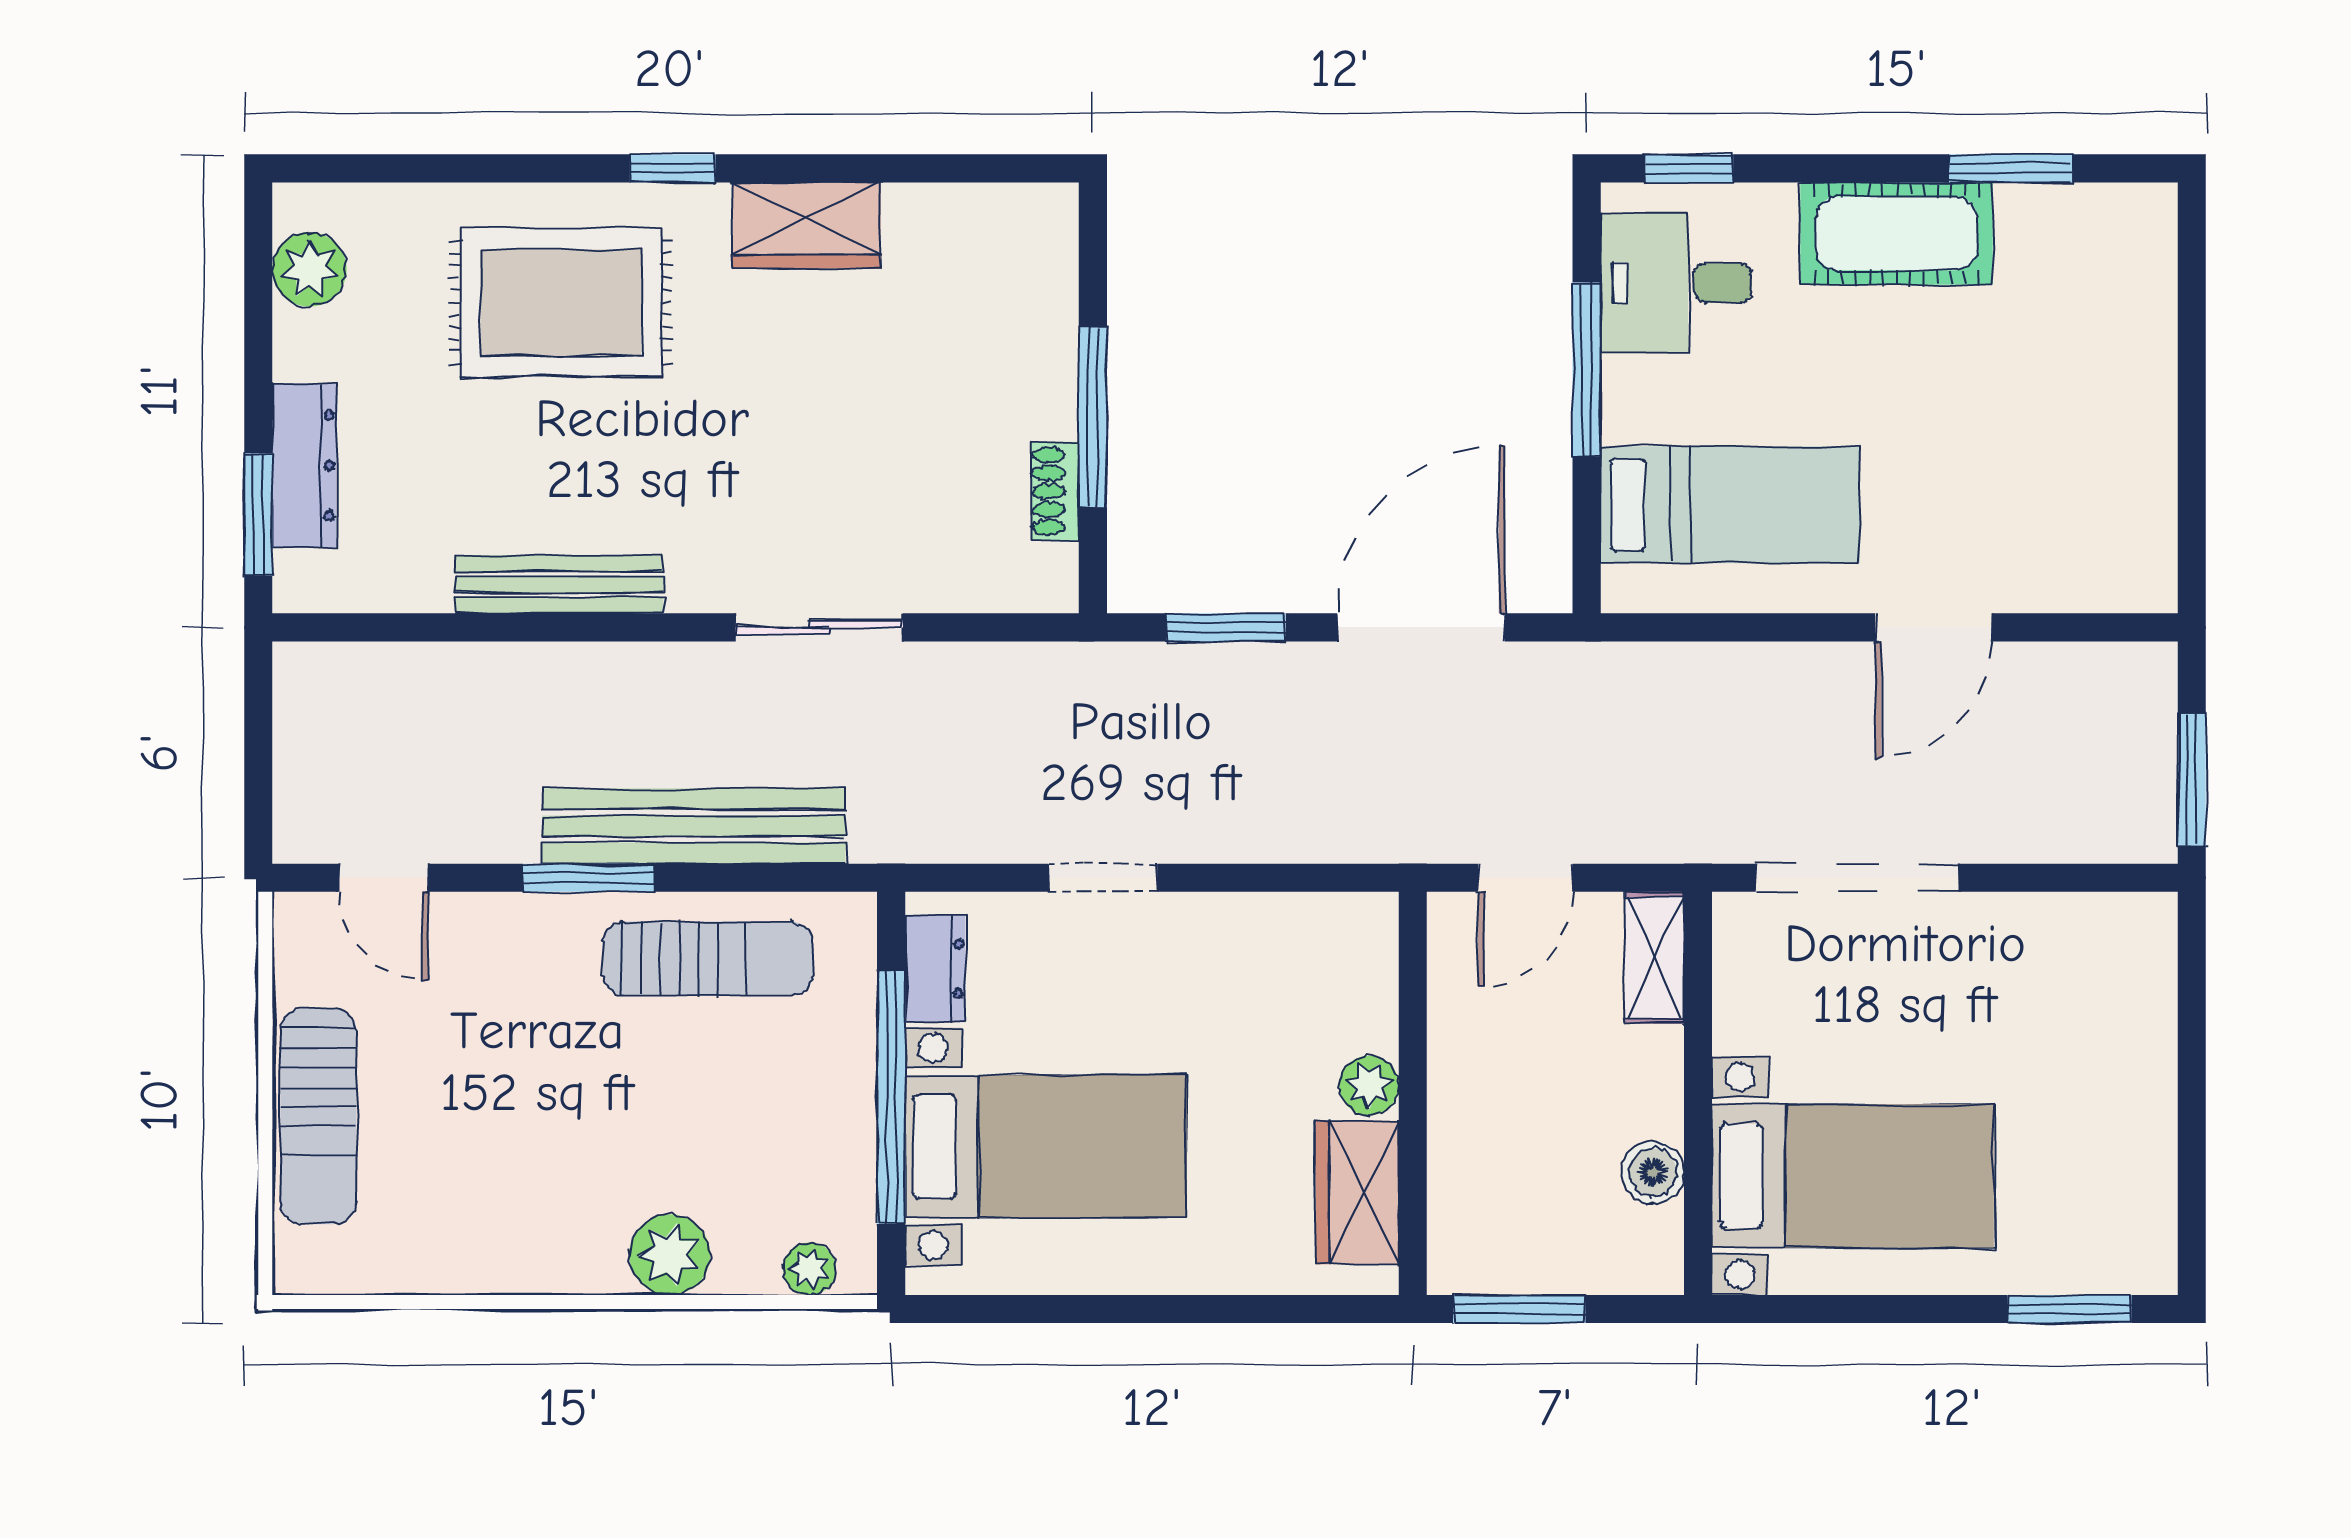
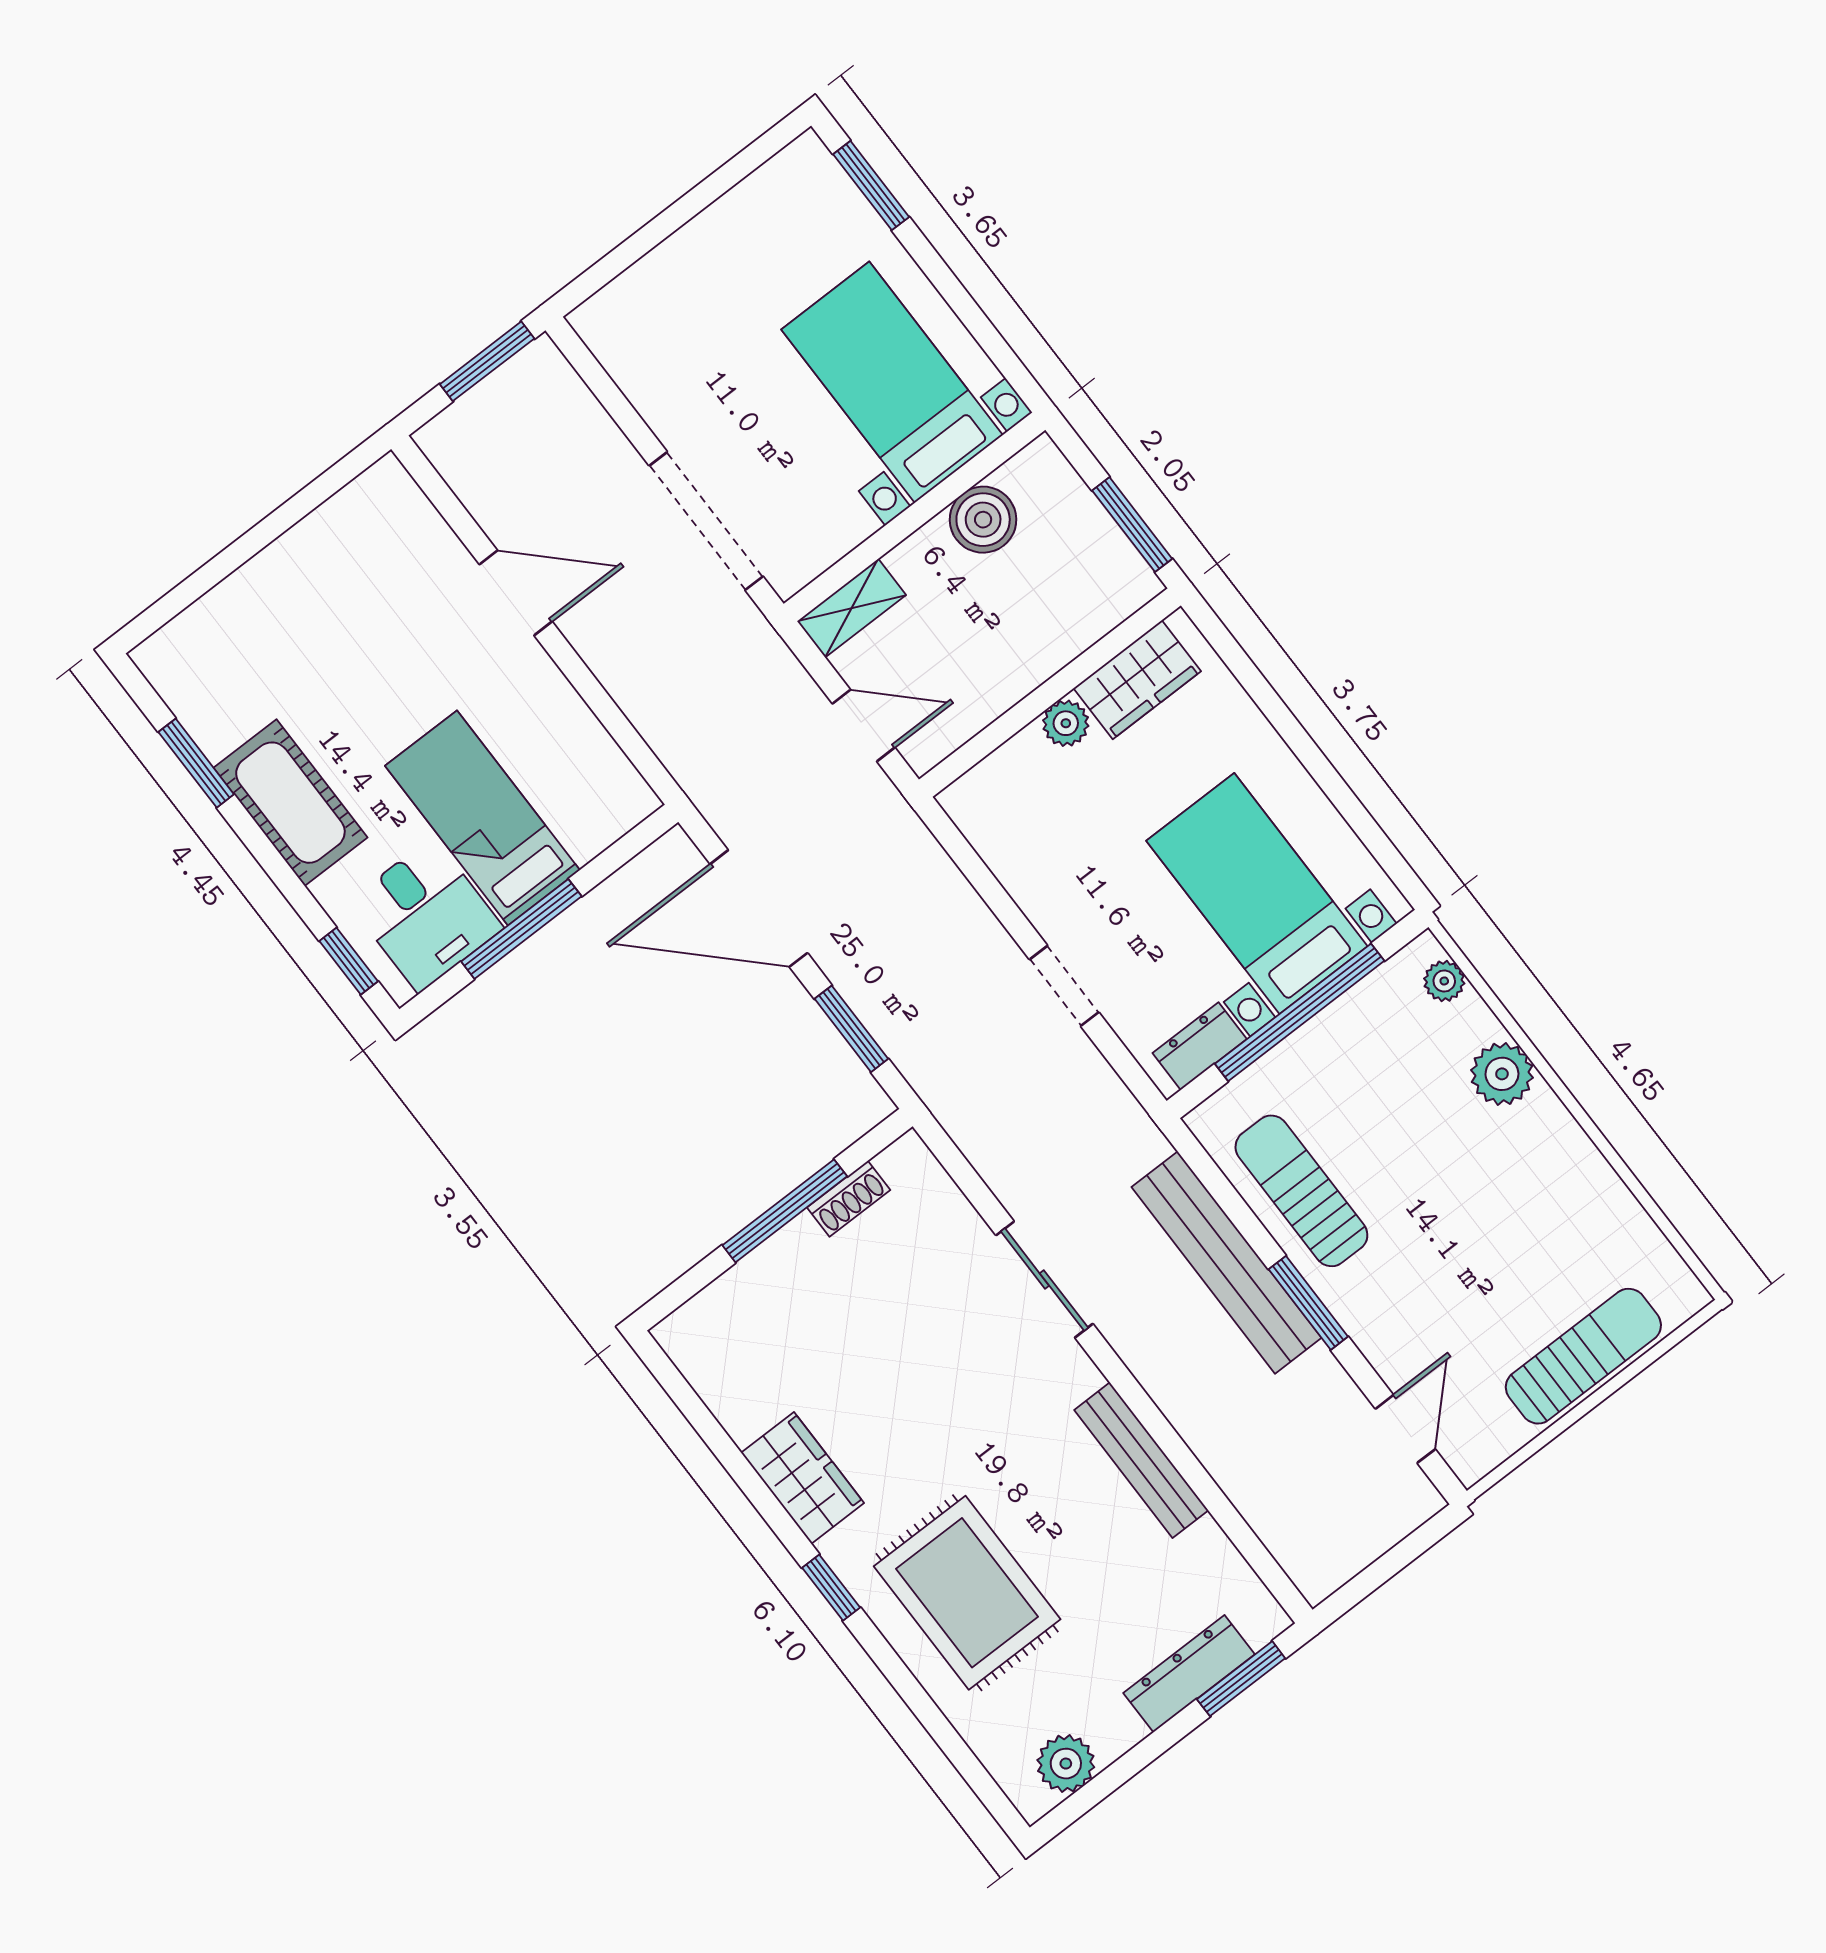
bed: (1730, 505) -> (482, 818), moved
boiler: (1653, 1172) -> (983, 520), width x1.36, depth x1.36

